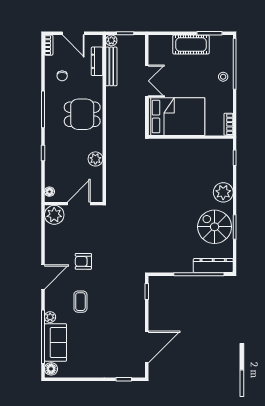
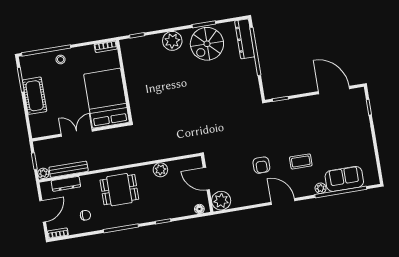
dining table: (82, 114) -> (119, 190), turned 90
floor lamp: (51, 369) -> (370, 179), removed

